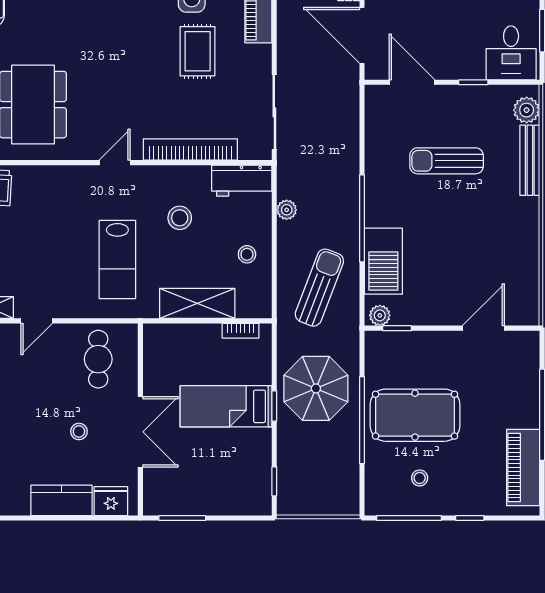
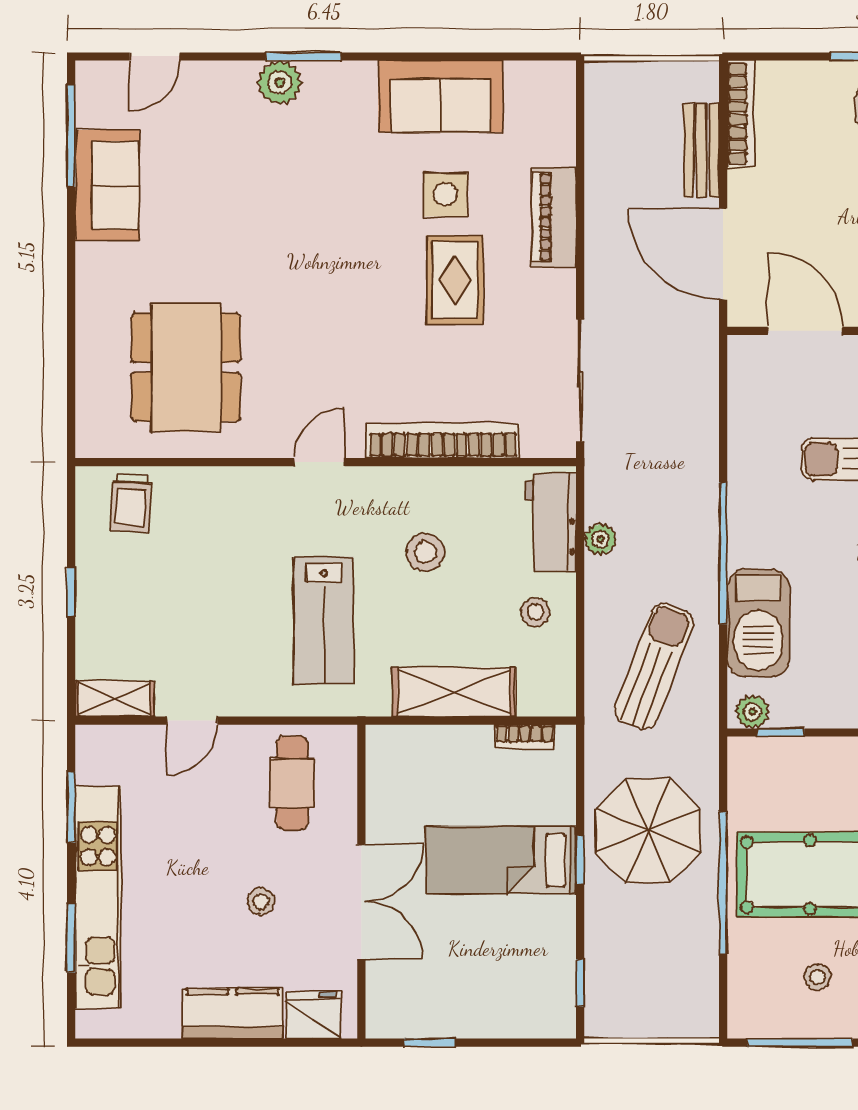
workbench: (242, 181) -> (551, 522), moved, turned 90
window: (182, 518) -> (430, 1043), width x0.67

